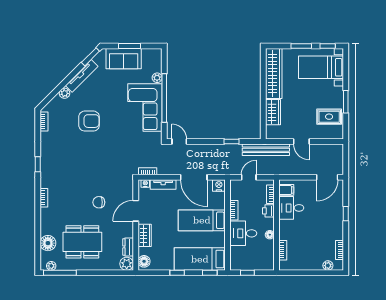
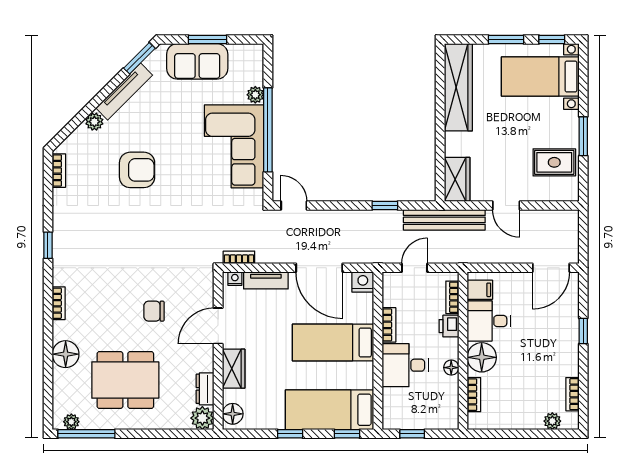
wardrobe: (273, 112) -> (457, 179), moved
floor lamp: (287, 229) -> (482, 357), added
floor lamp: (48, 243) -> (66, 354), moved

